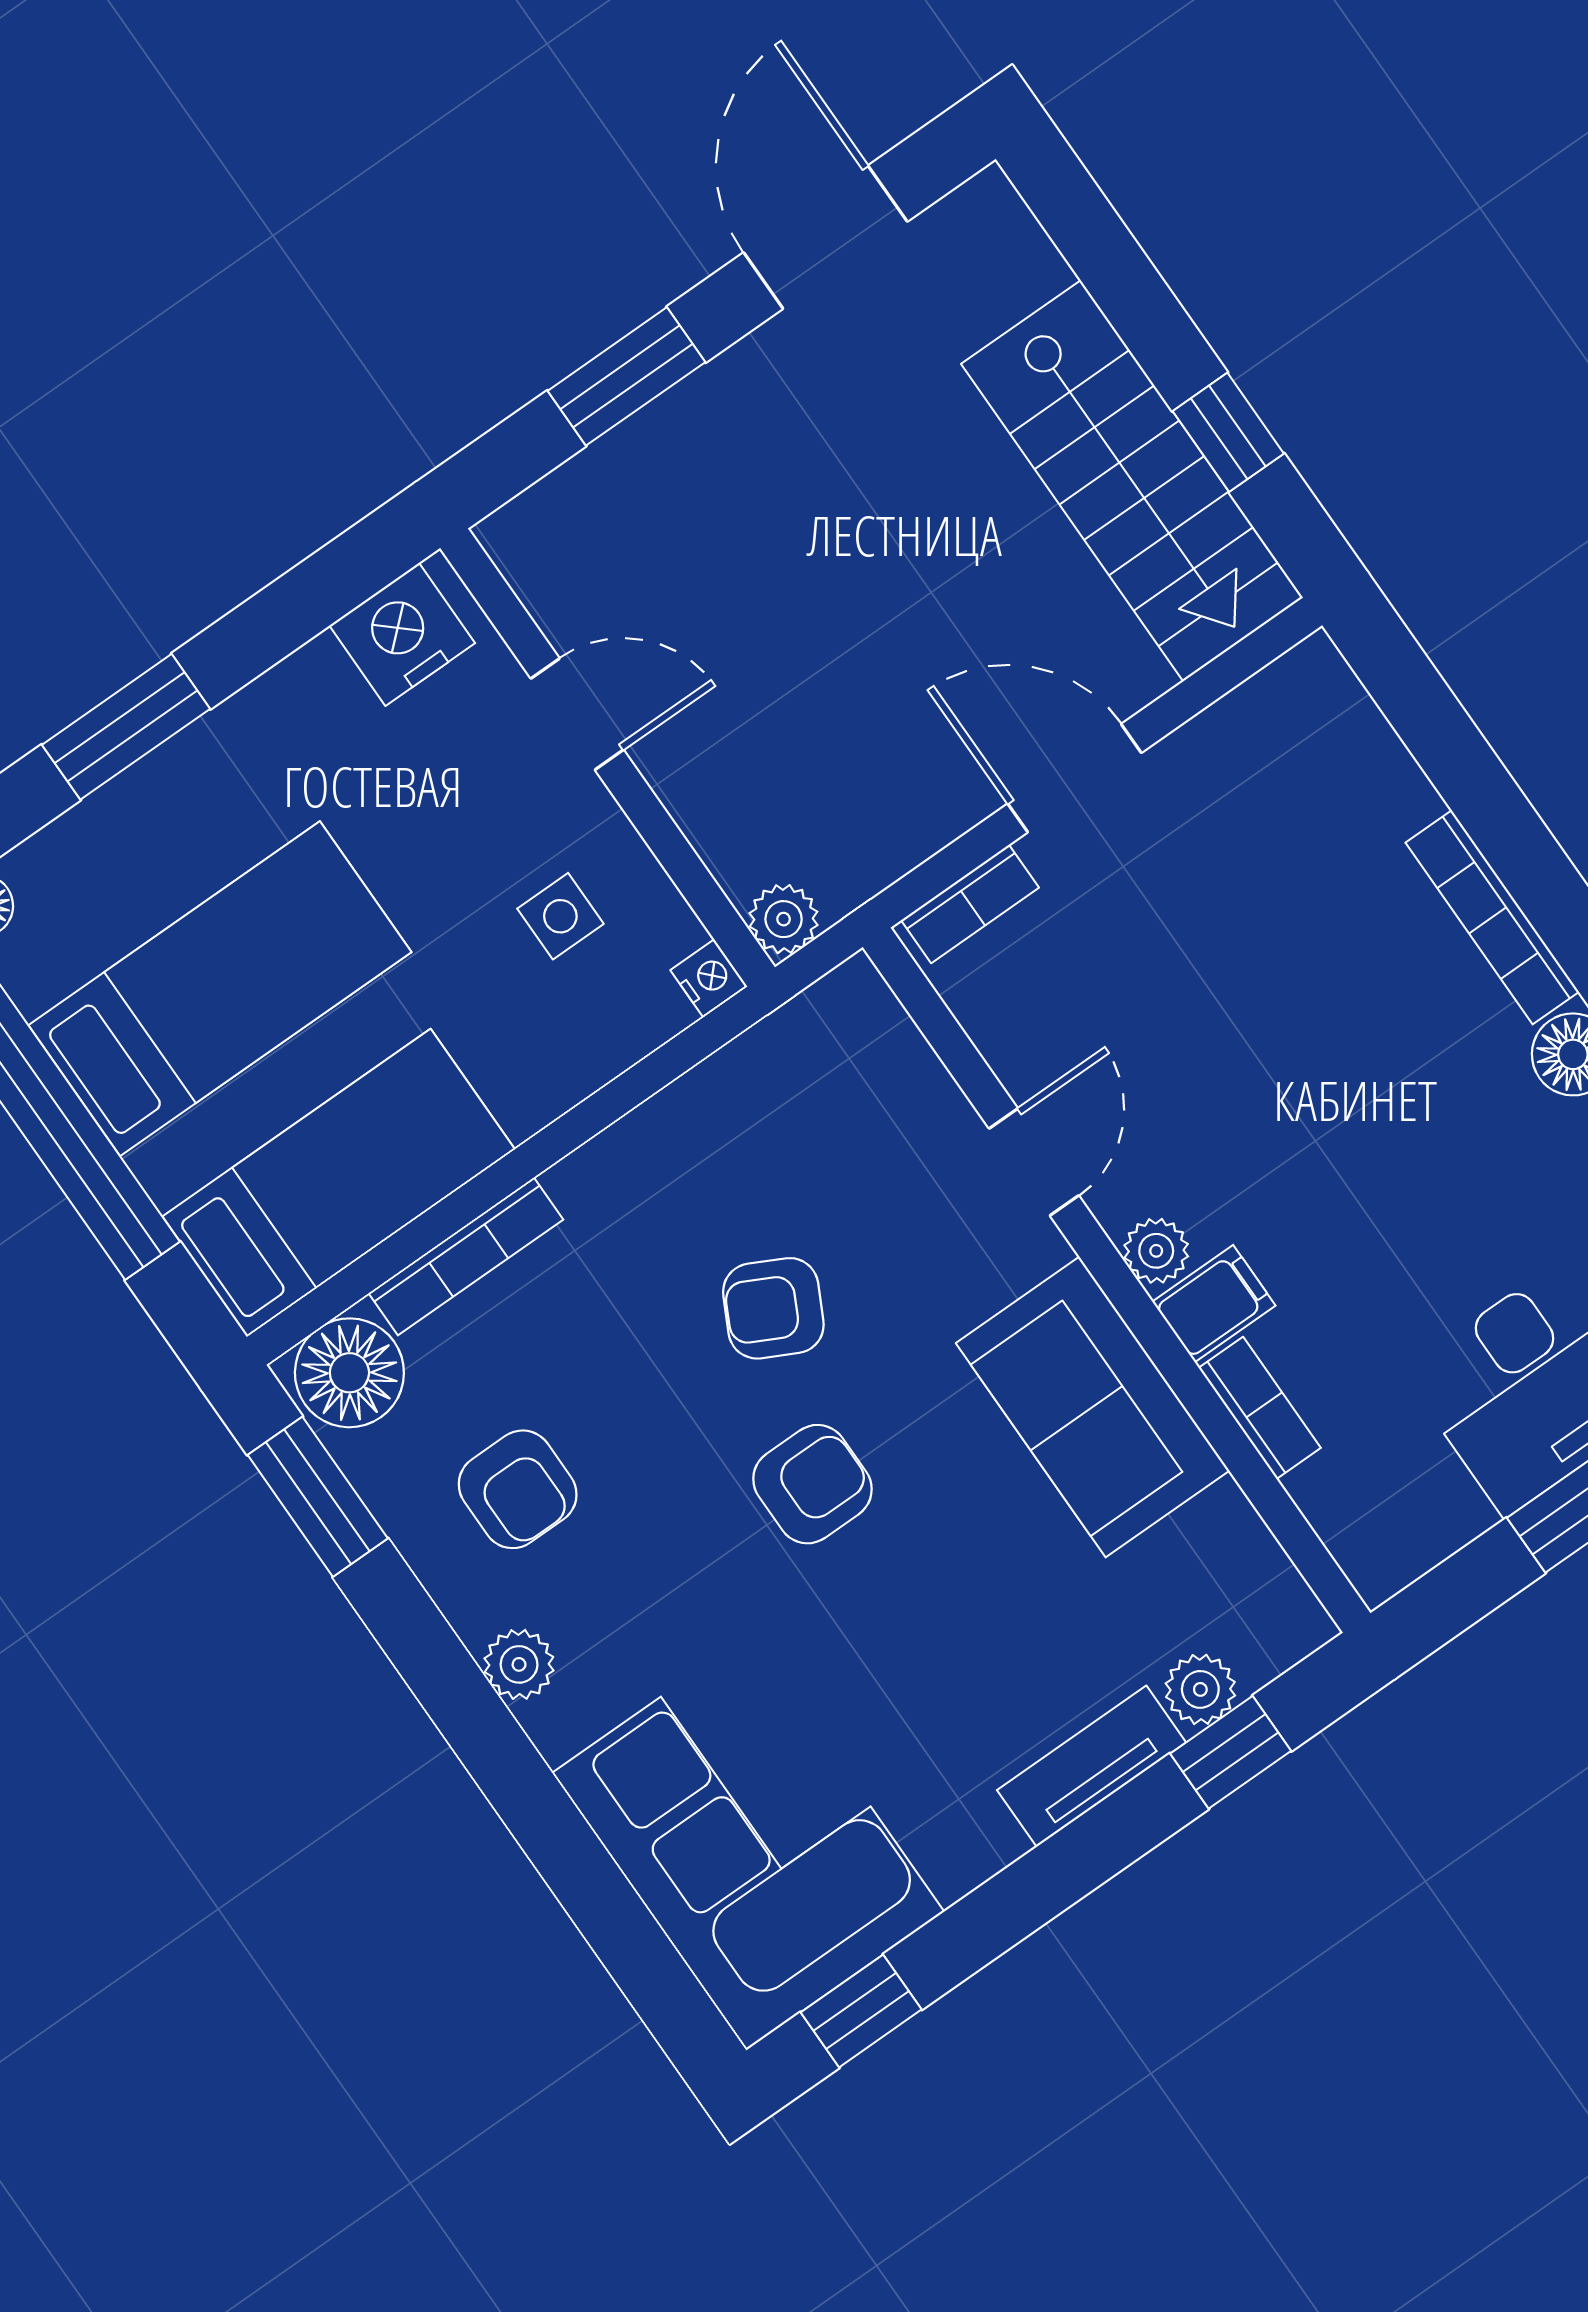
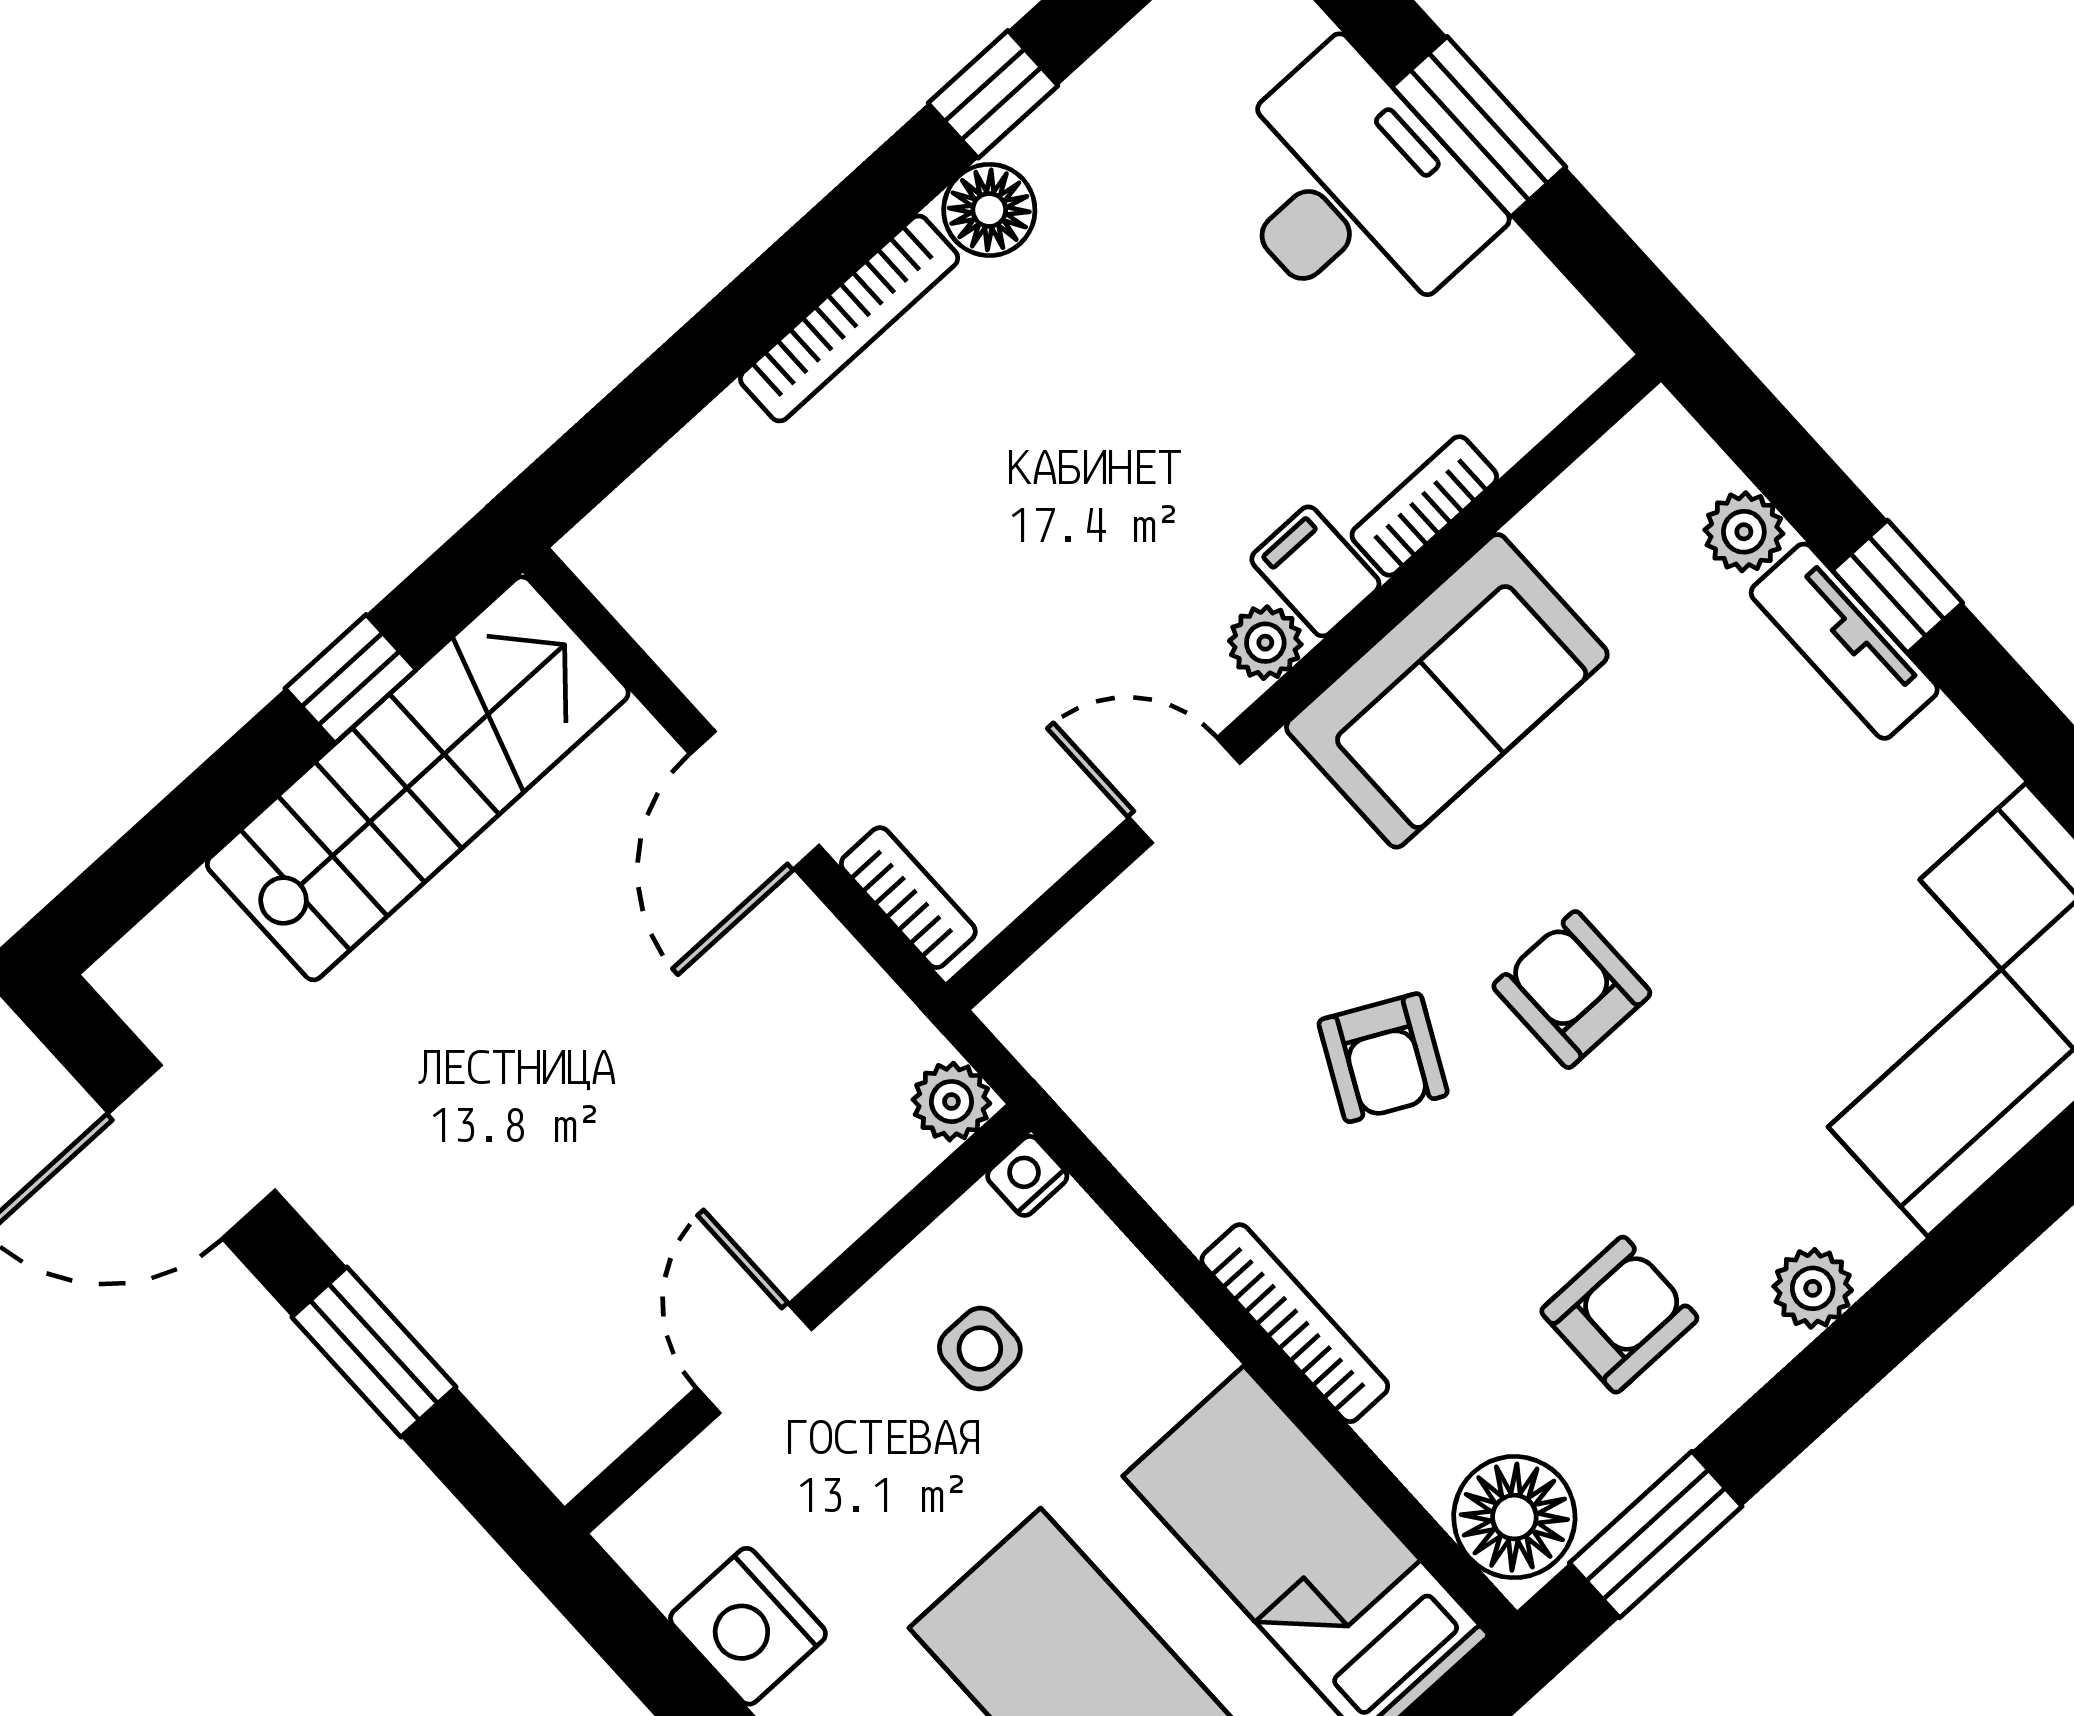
nightstand: (402, 634) -> (748, 1626), moved
bookcase: (466, 1256) -> (1295, 1323), moved
window: (1231, 1752) -> (1897, 587), moved

